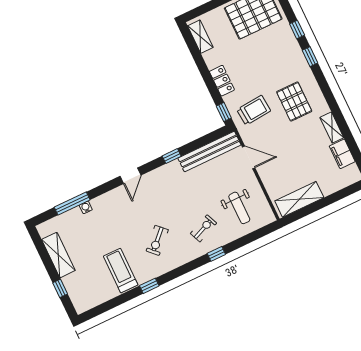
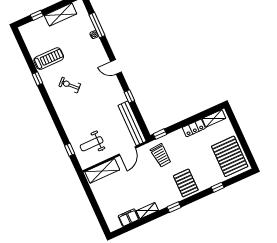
window: (310, 57) -> (174, 207), moved
locker: (222, 81) -> (194, 128), moved
pallet: (294, 102) -> (186, 183), moved, turned 90
shelving: (299, 199) -> (102, 171), moved, turned 90
exercise bike: (204, 228) -> (78, 118), removed
window: (216, 254) -> (70, 150), moved

